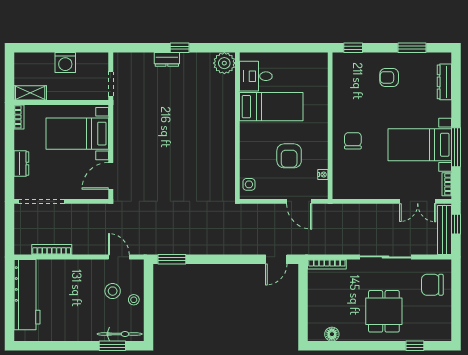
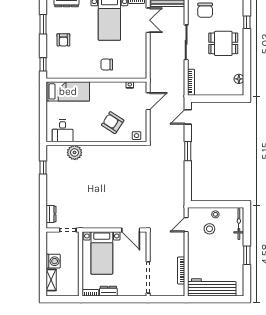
window: (180, 48) -> (43, 168), moved
dresser: (167, 59) -> (51, 214), moved
plant: (224, 63) -> (75, 152), moved
shelving: (30, 93) -> (51, 280), moved
bed: (271, 107) -> (68, 91), moved, turned 90
armchair: (289, 156) -> (113, 123), moved, turned -147
dresser: (21, 164) -> (108, 291), moved
window: (172, 259) -> (188, 151), moved
door: (276, 259) -> (188, 117), swing flipped
window: (112, 346) -> (247, 255), moved

